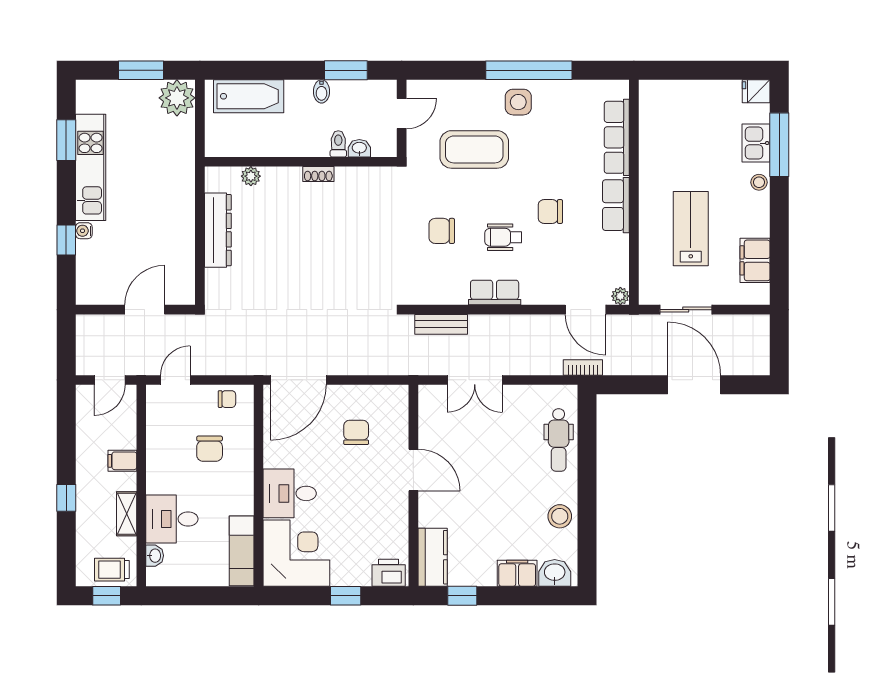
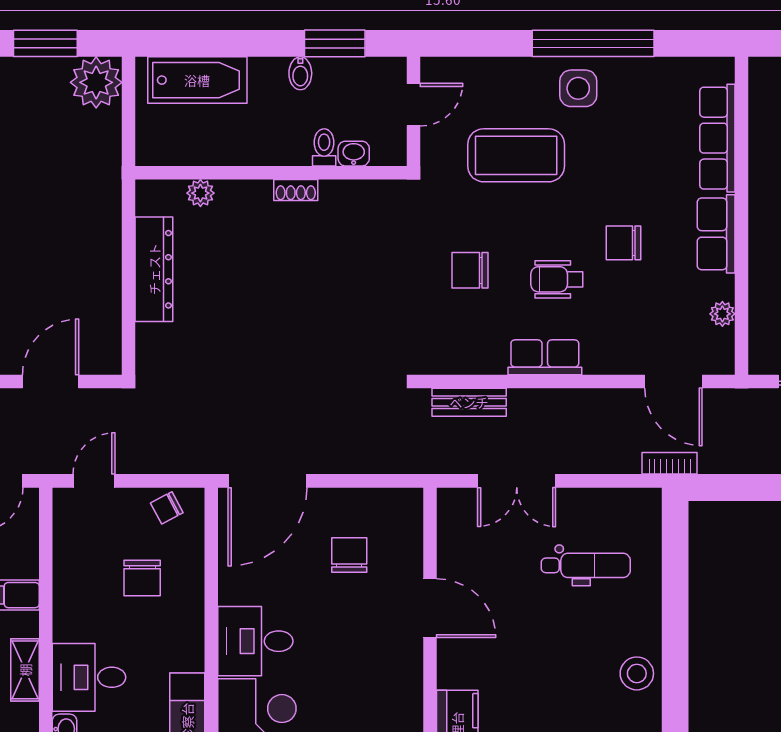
plant: (620, 296) -> (722, 314), moved
chair: (227, 399) -> (167, 508), turned 152
dental chair: (559, 440) -> (586, 565), moved, turned -90

